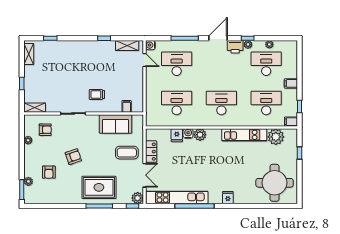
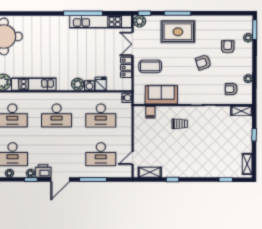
water cooler: (150, 45) -> (127, 98), moved
door: (144, 60) -> (133, 158), hinge flipped
fridge: (228, 198) -> (50, 22), removed

